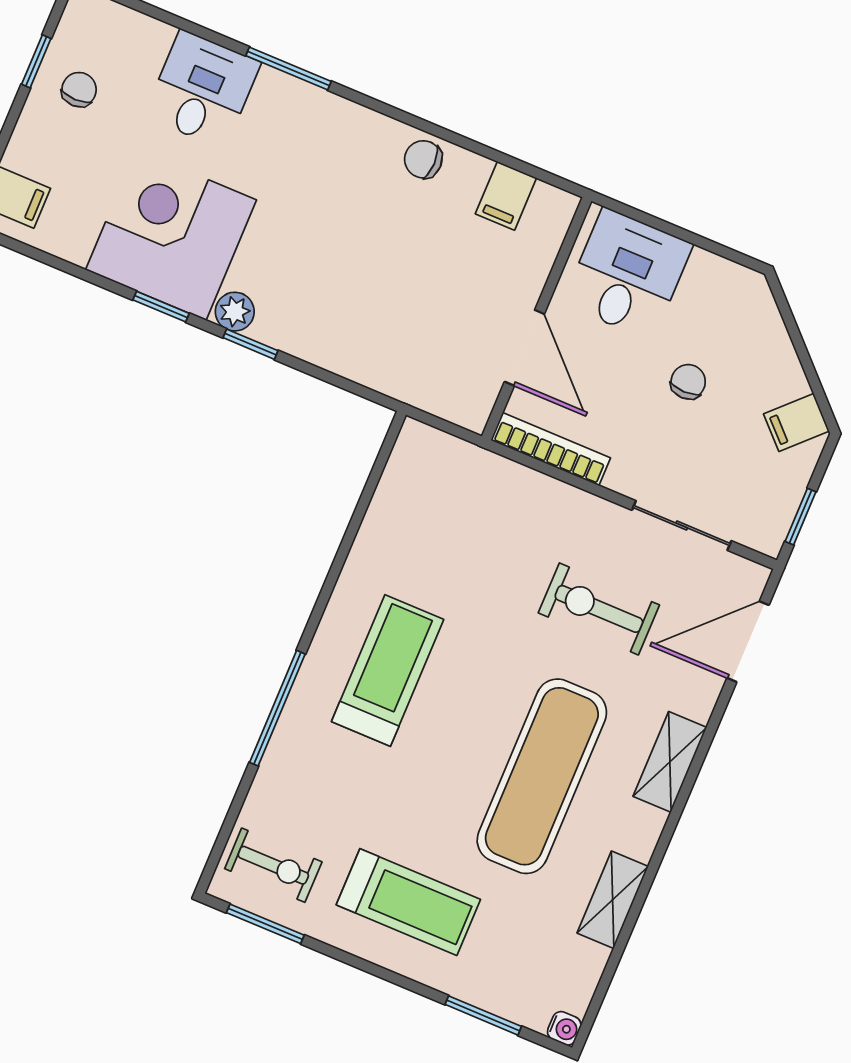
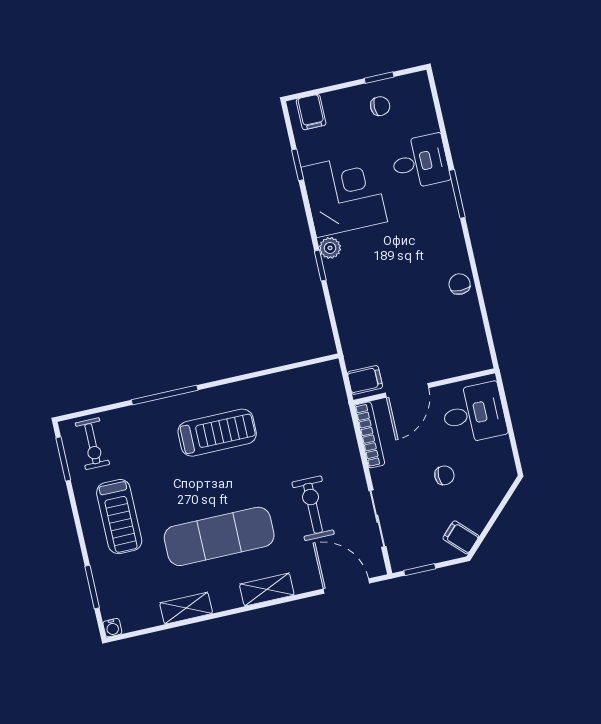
filing cabinet: (506, 196) -> (365, 380), moved, turned 180
window: (161, 307) -> (298, 165), moved

